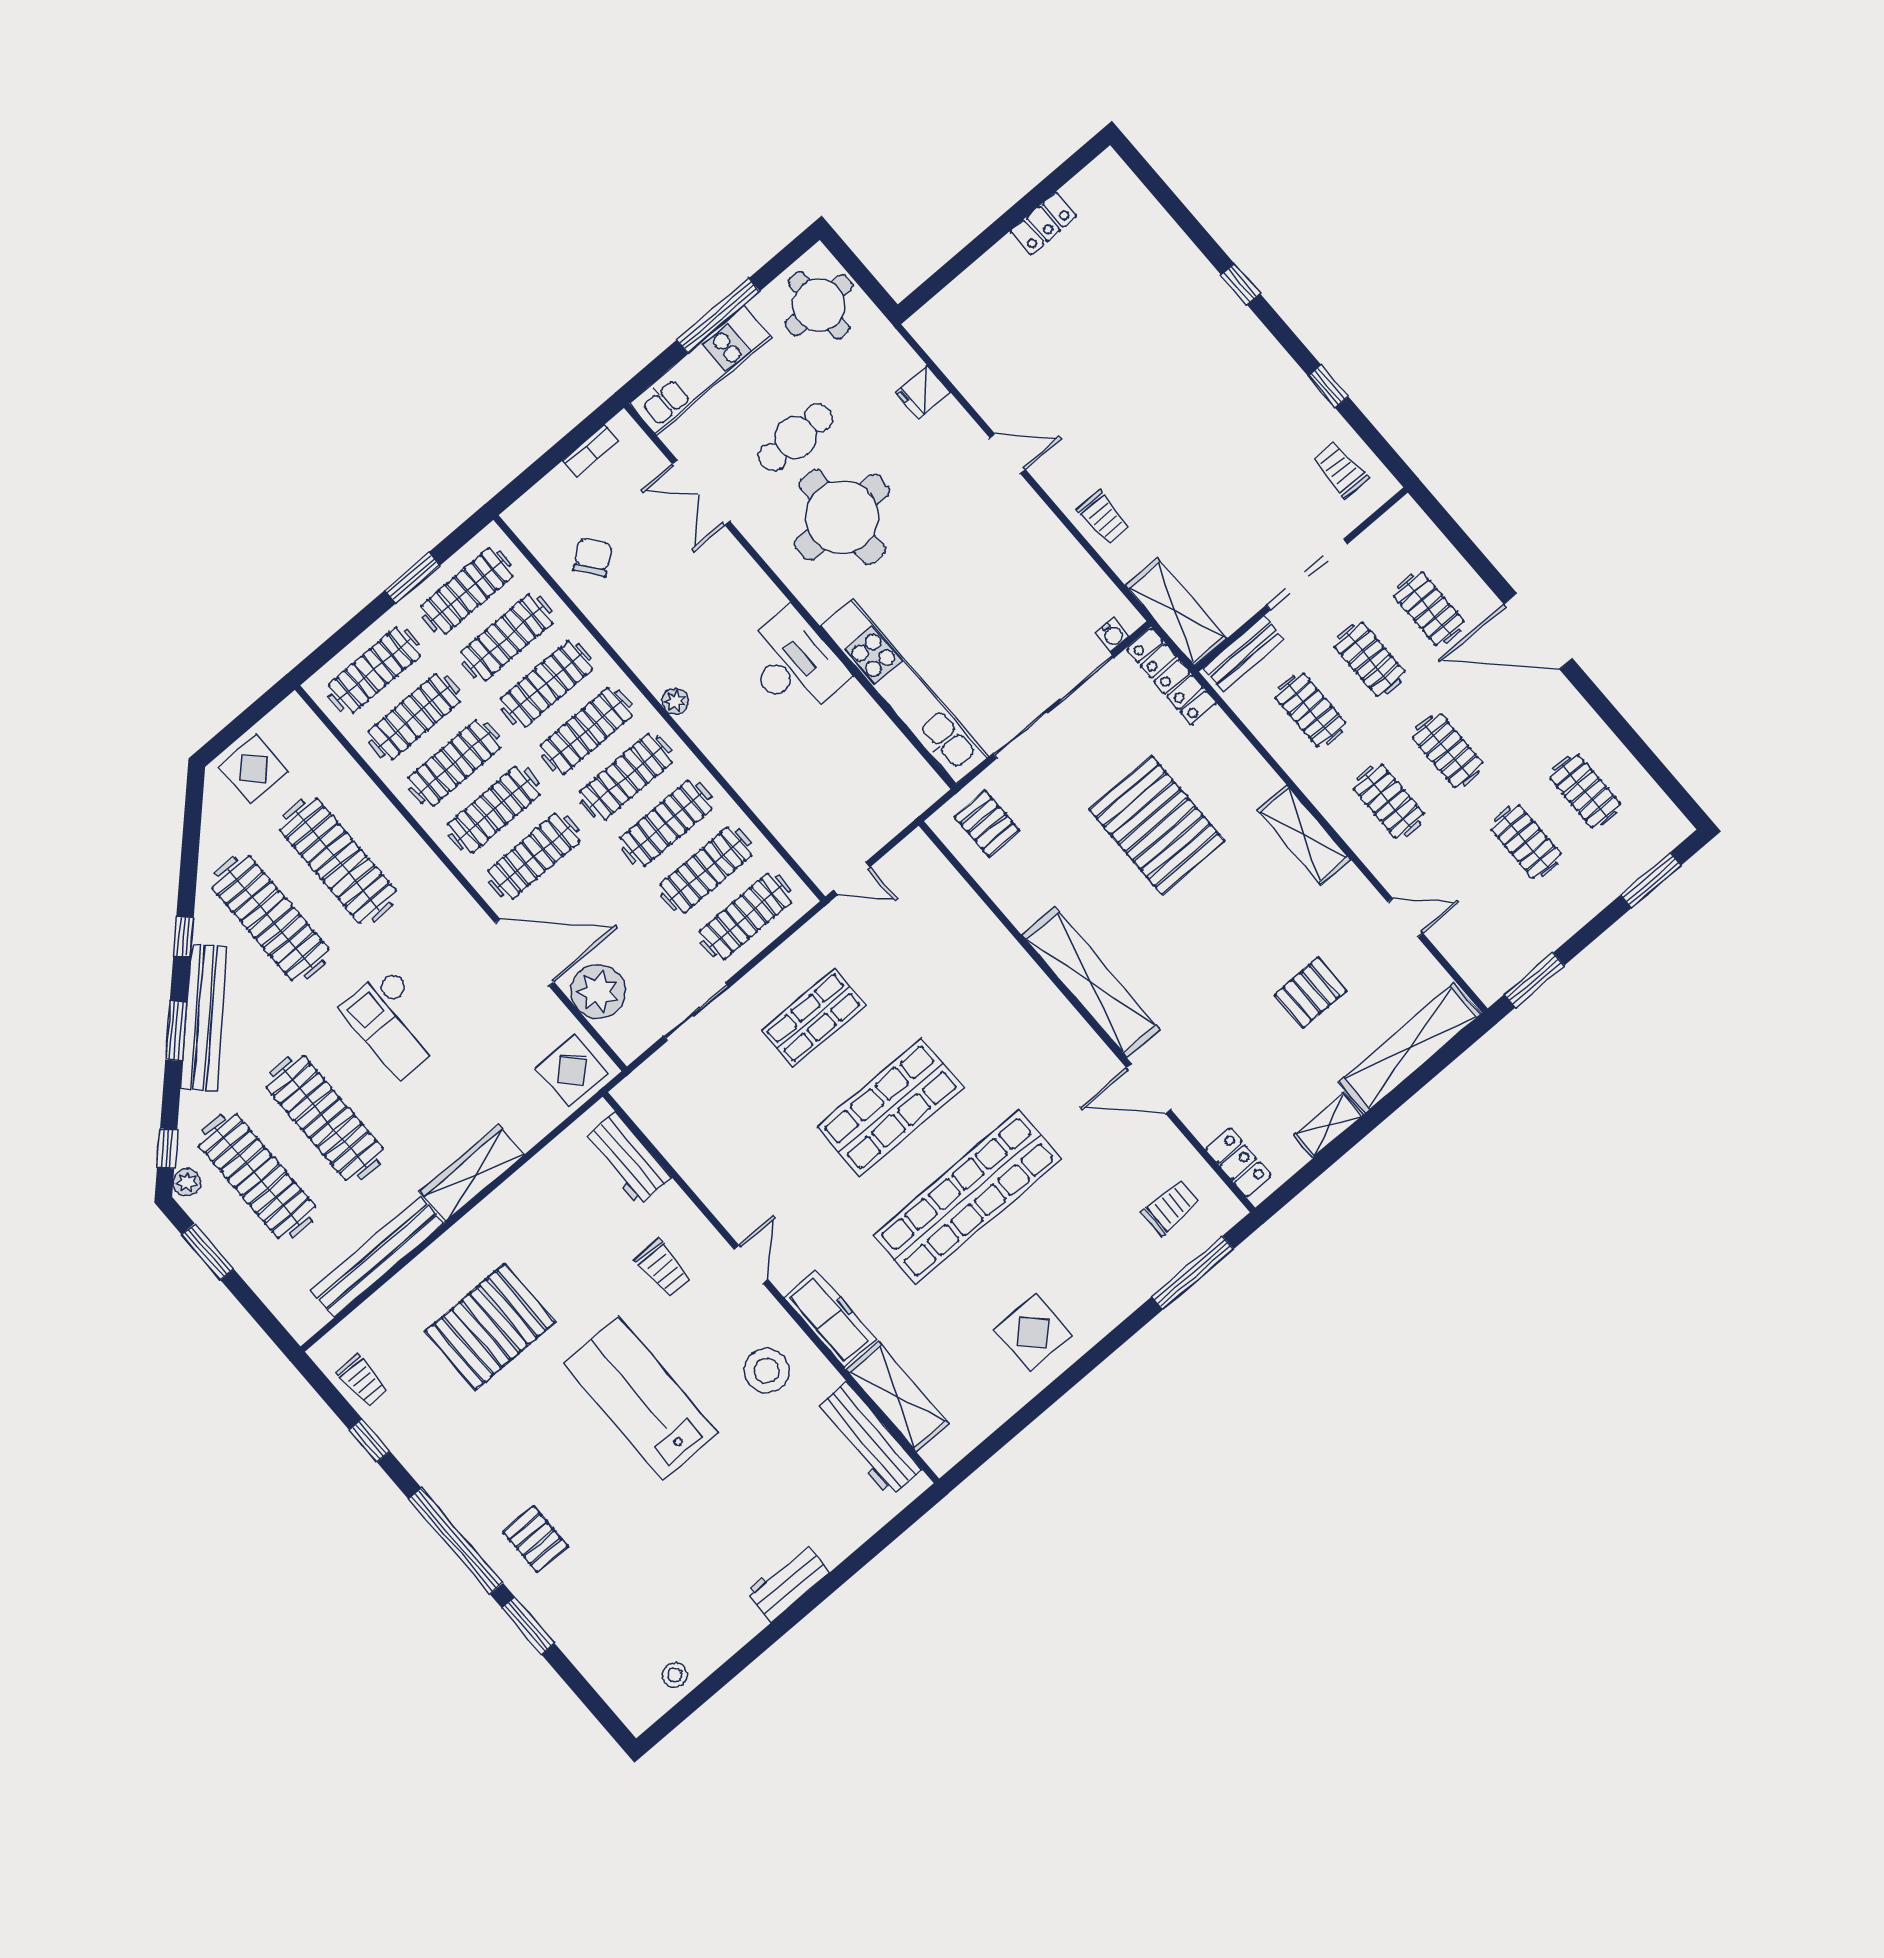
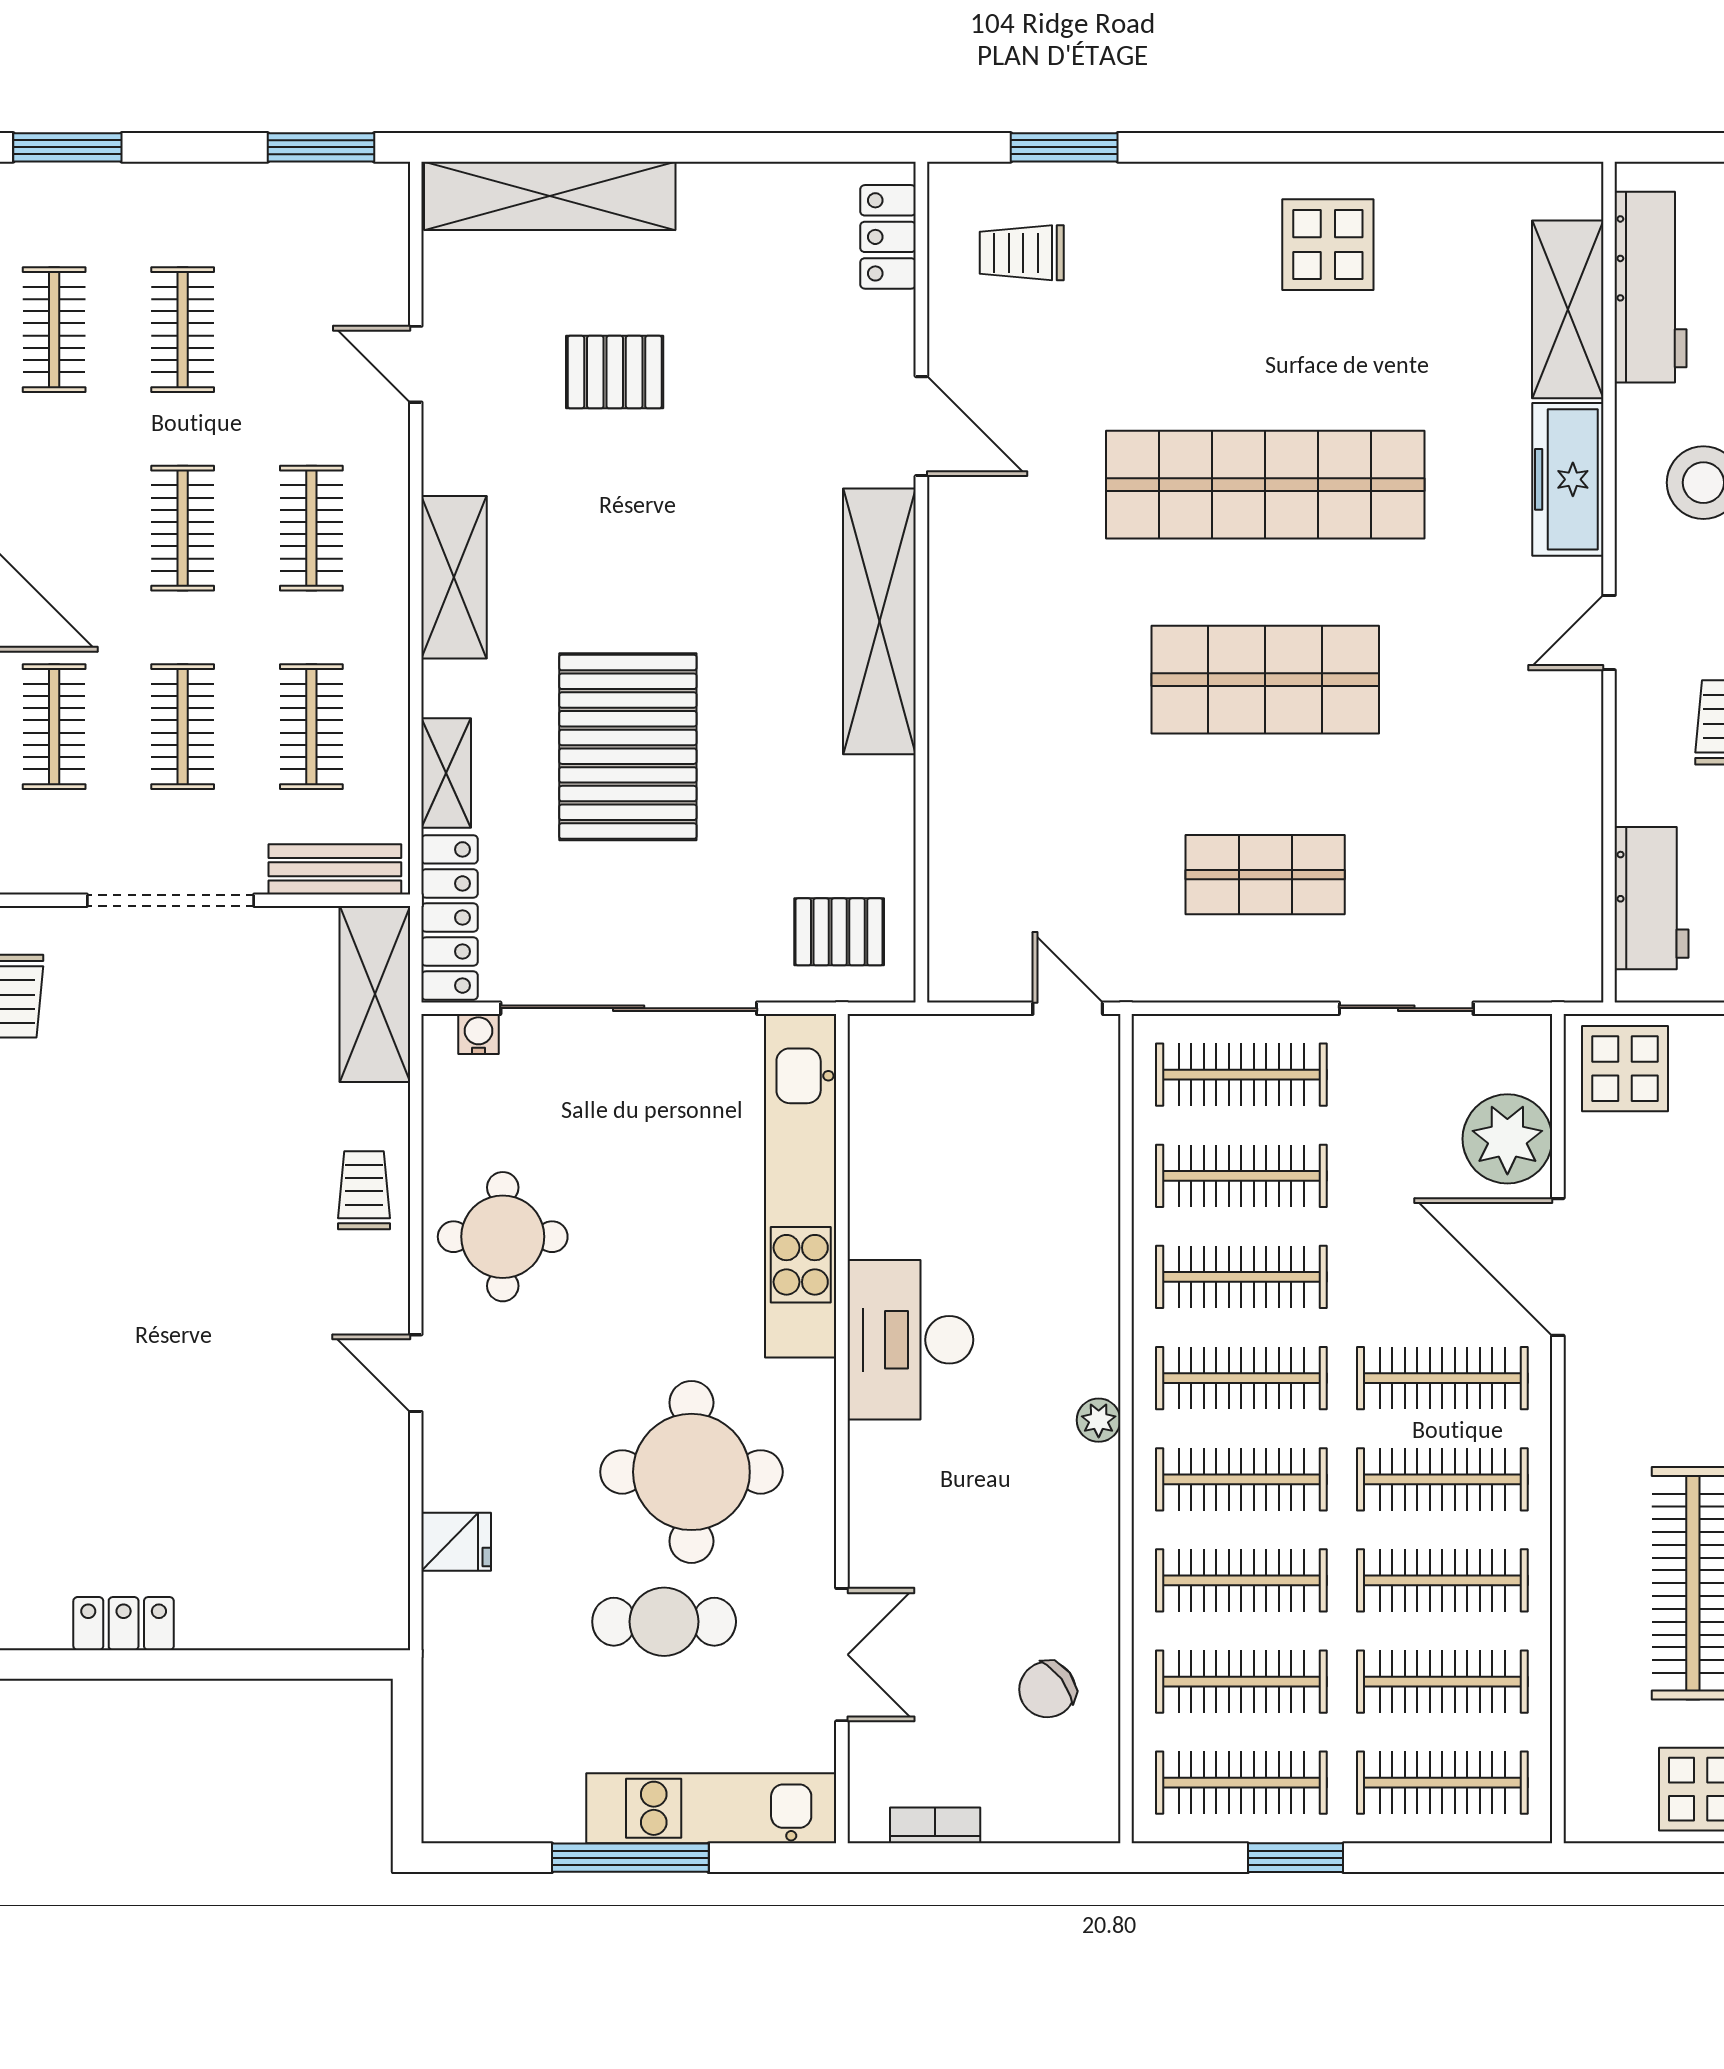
round table: (819, 305) -> (503, 1237), moved
pallet: (987, 824) -> (839, 932), turned 90
shelving: (1329, 1125) -> (446, 773), moved, turned 90
window: (1193, 1273) -> (1064, 147), width x0.69

